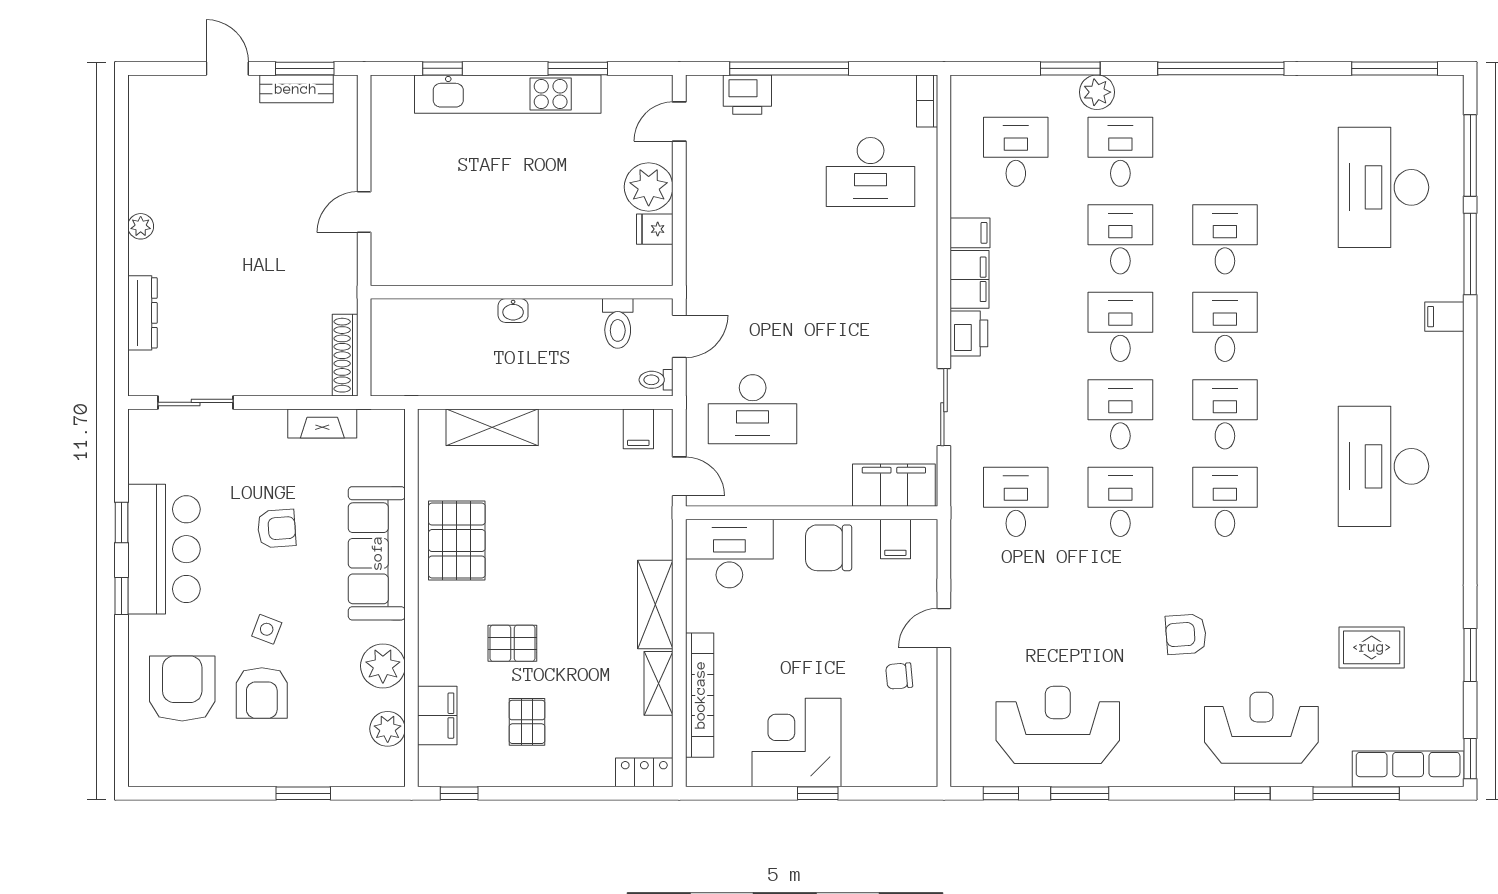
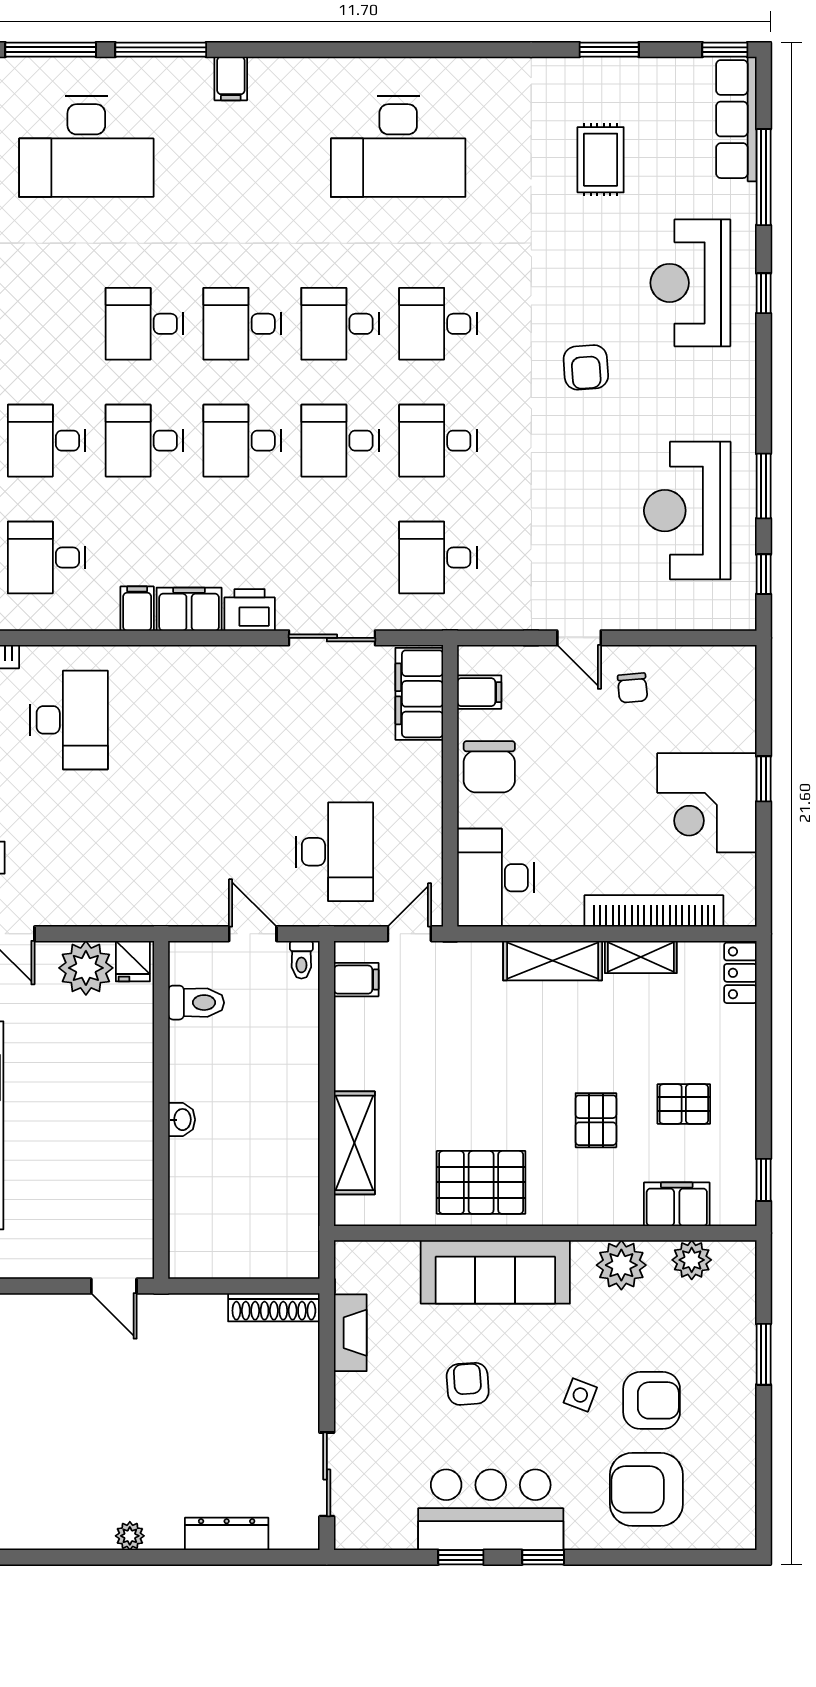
wall: (522, 292) -> (161, 1110), moved
washbasin: (513, 311) -> (182, 1120), moved
toilet: (618, 323) -> (196, 1003), moved

